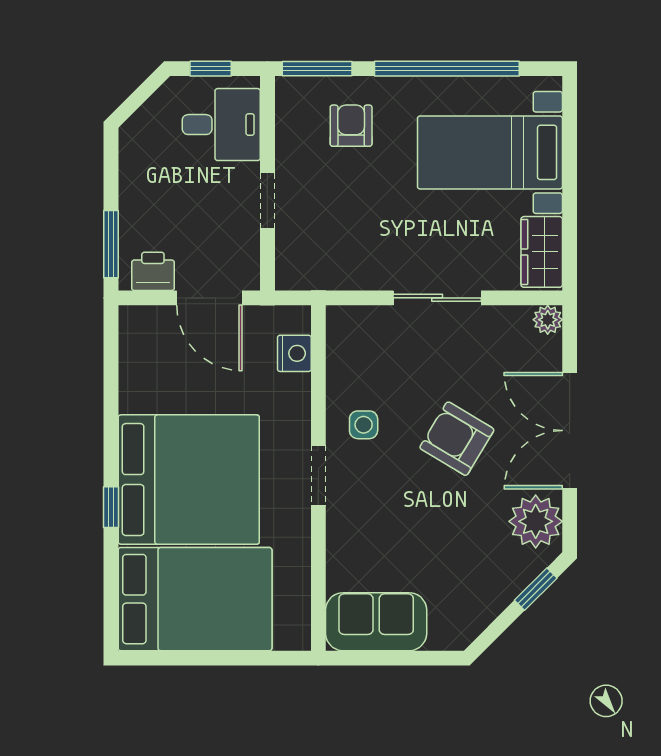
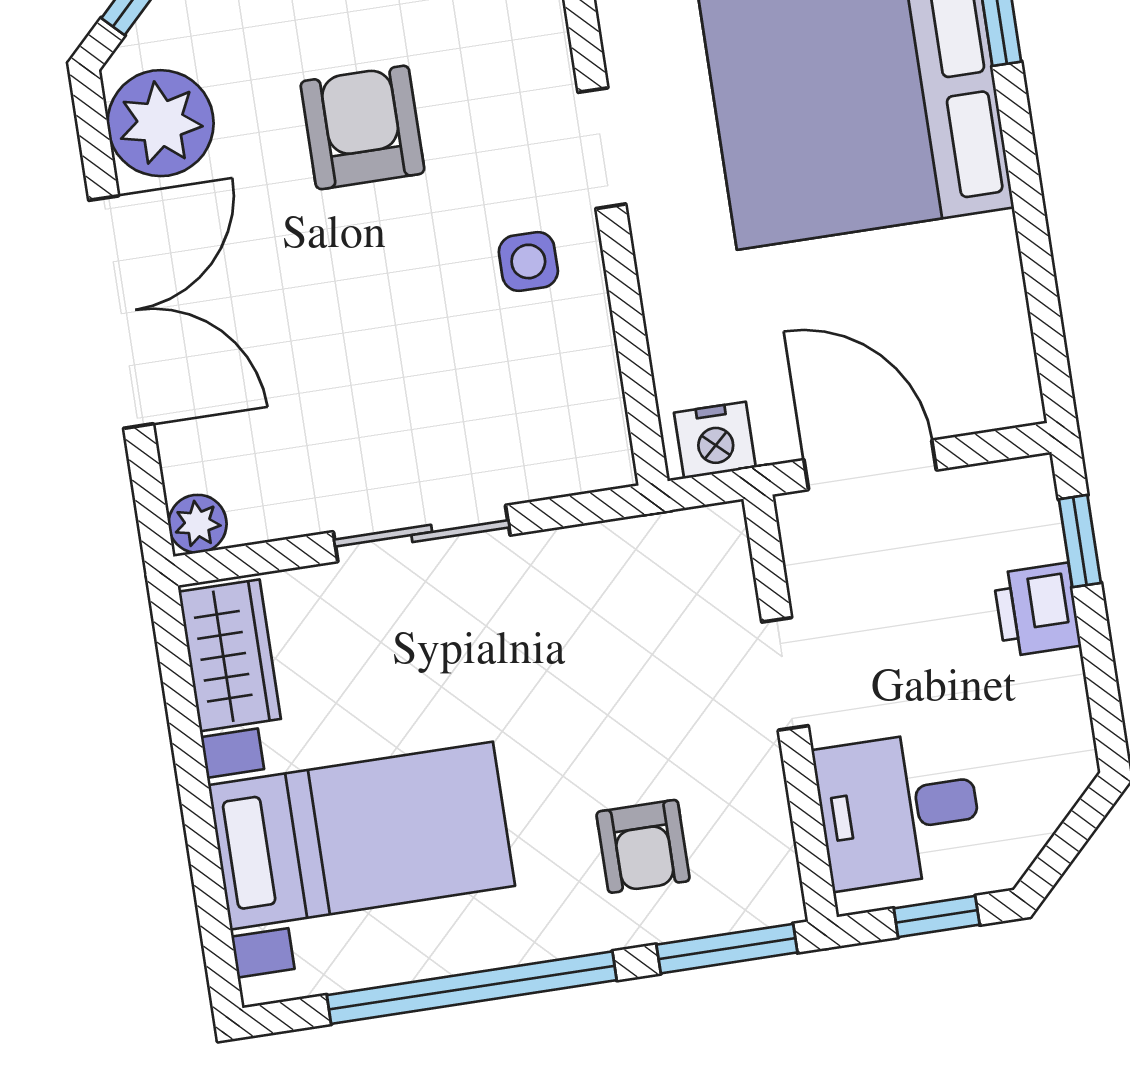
window: (111, 244) -> (1080, 541), width x0.67
printer: (153, 271) -> (1037, 610), moved, turned 90
nightstand: (294, 353) -> (715, 440), moved, turned -90
armchair: (457, 439) -> (362, 127), moved, turned -121

